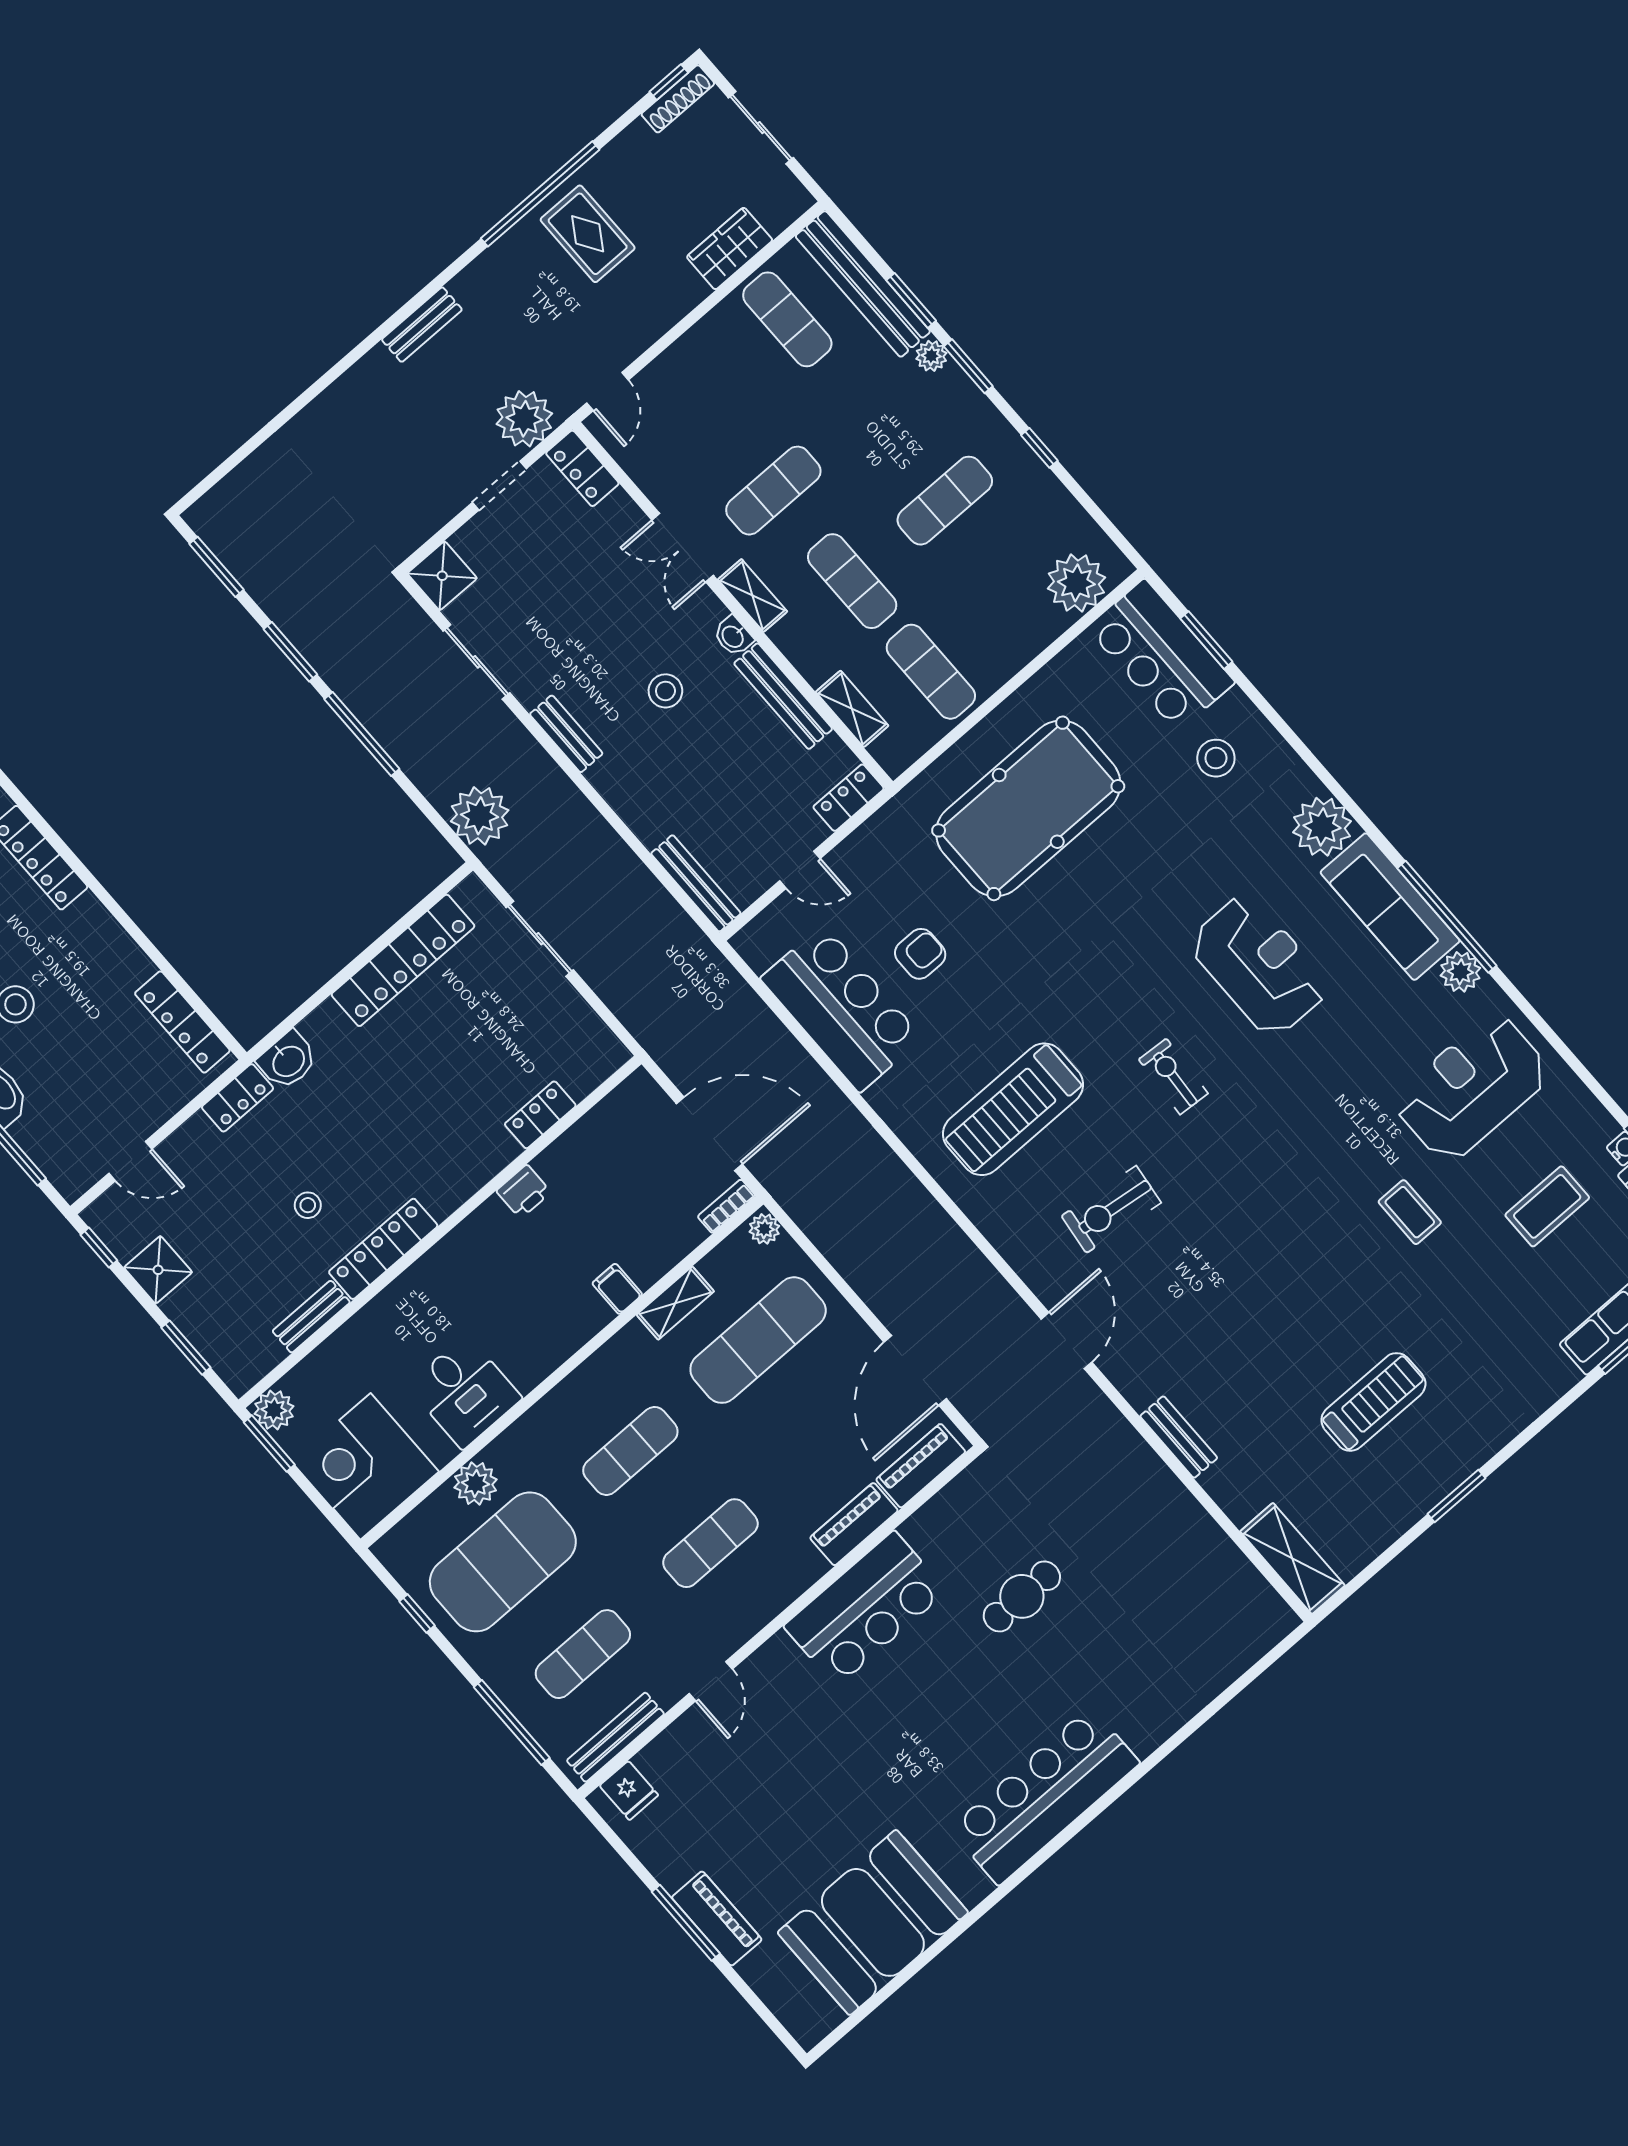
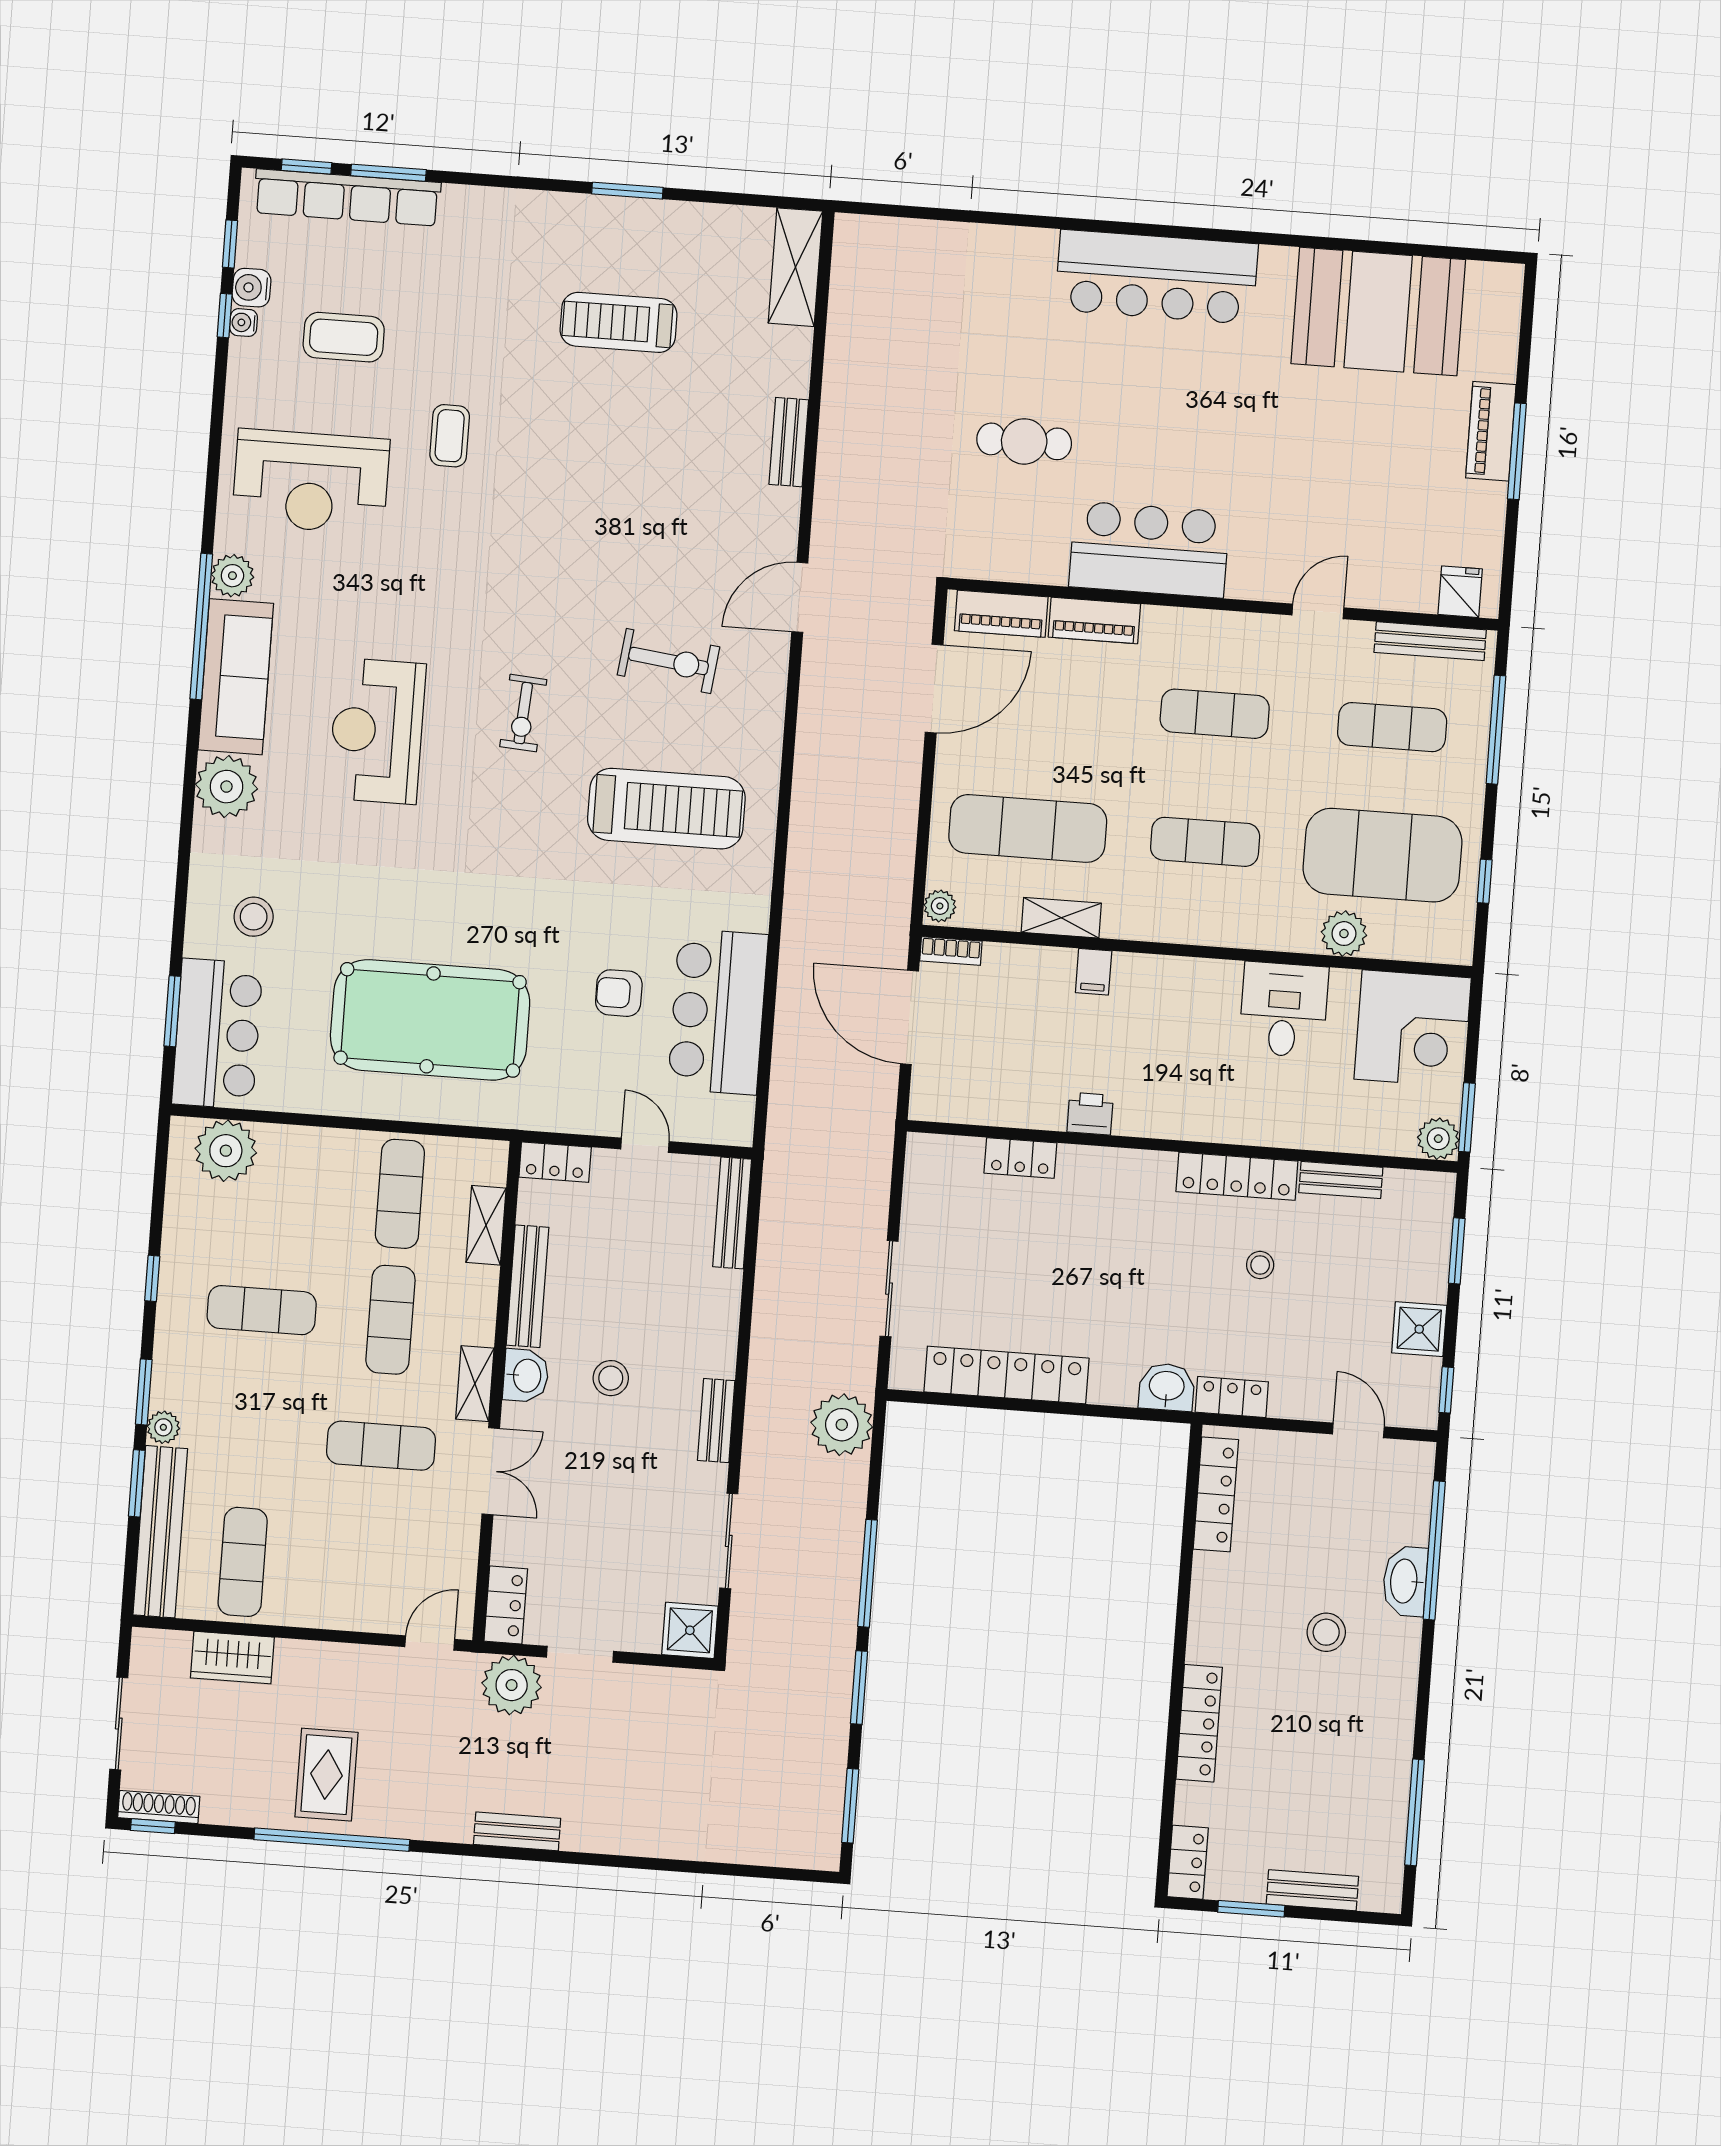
washbasin: (733, 636) -> (526, 1376), width x1.38, depth x1.45

